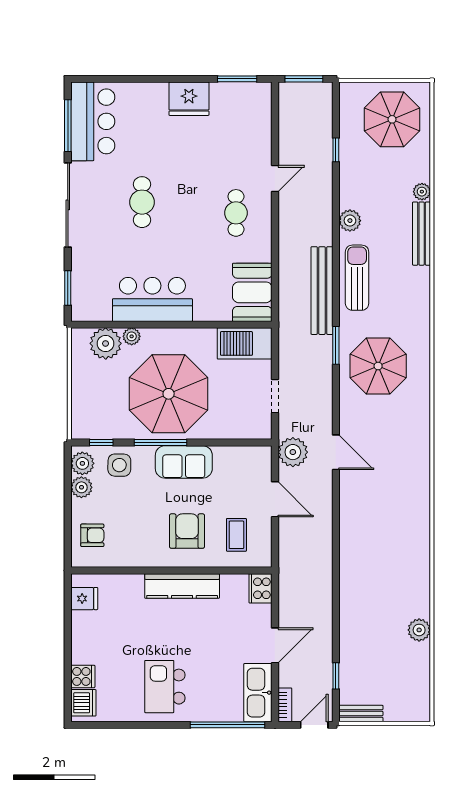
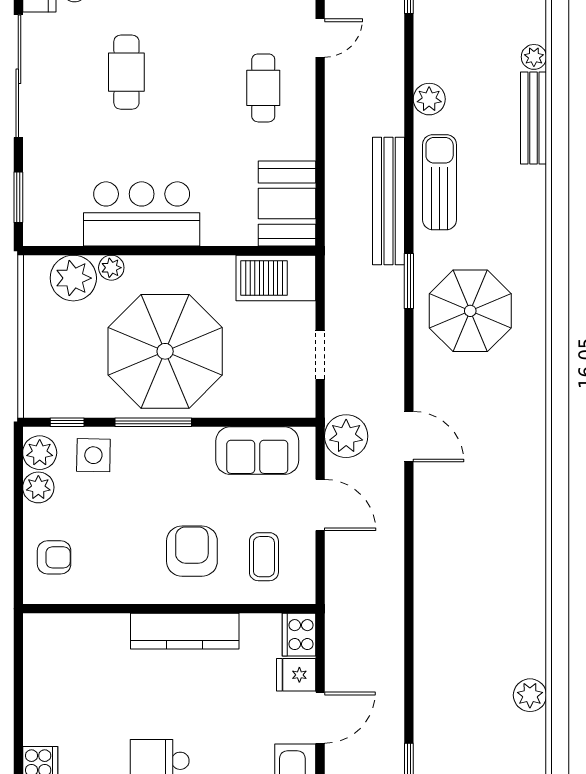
sofa: (184, 462) -> (257, 451), moved
fridge: (84, 599) -> (296, 675), moved, turned 180

